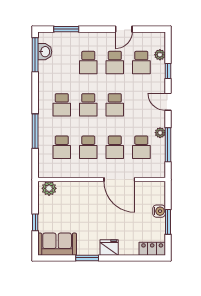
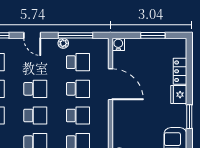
door: (168, 102) -> (32, 35), hinge flipped
door: (119, 180) -> (110, 84), hinge flipped
water cooler: (159, 211) -> (118, 44), moved
locker: (152, 249) -> (180, 71), moved

